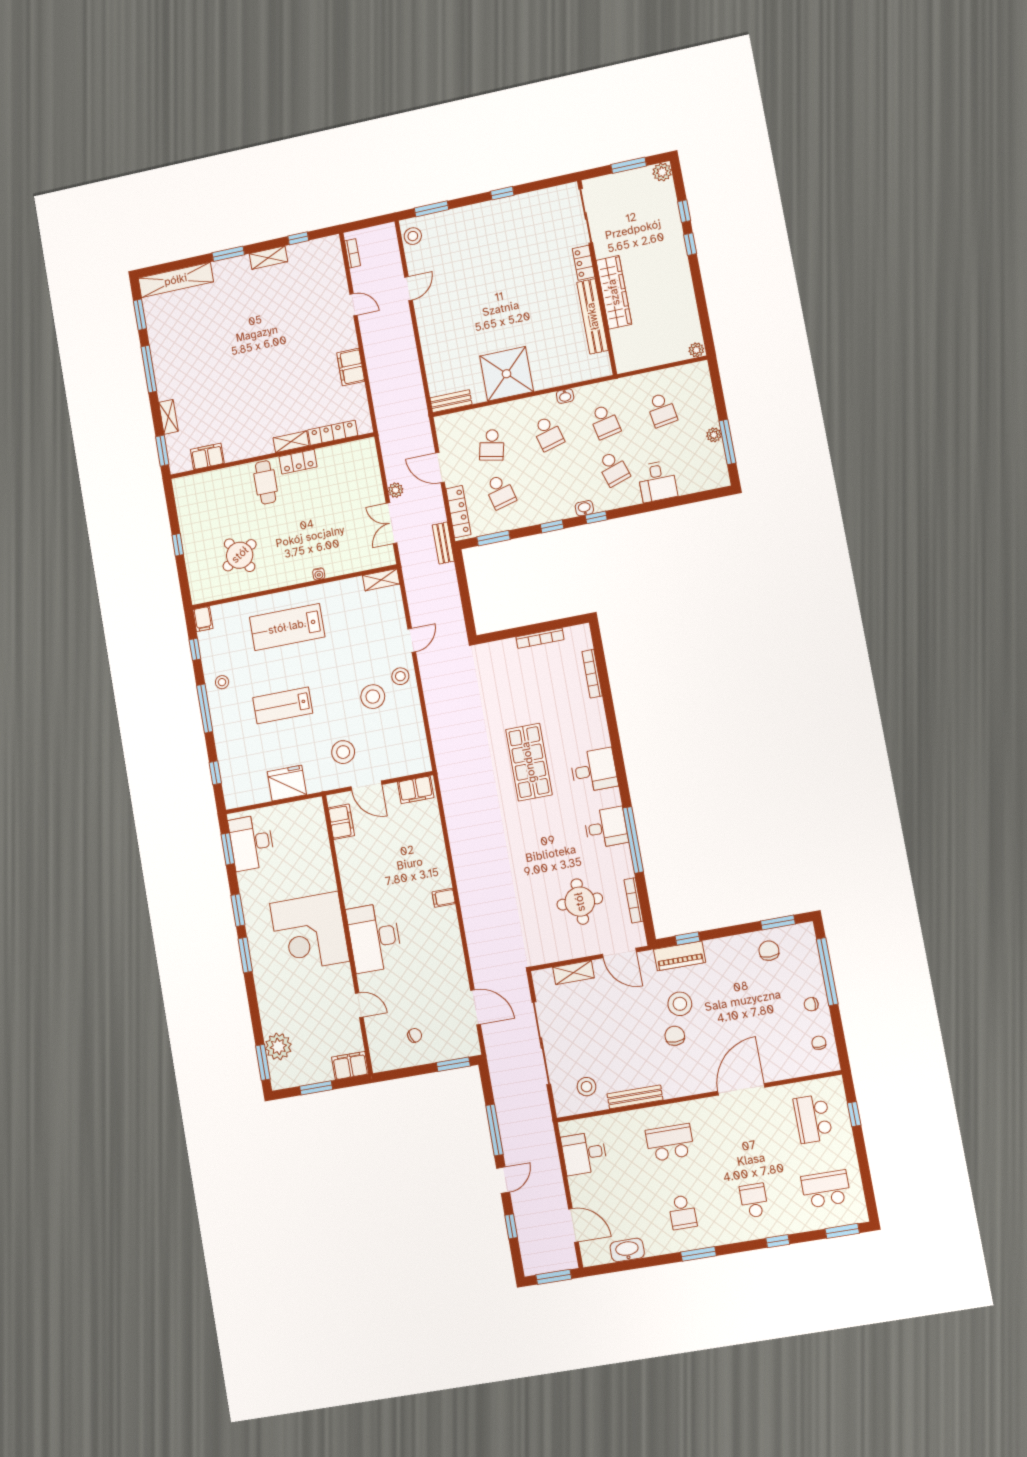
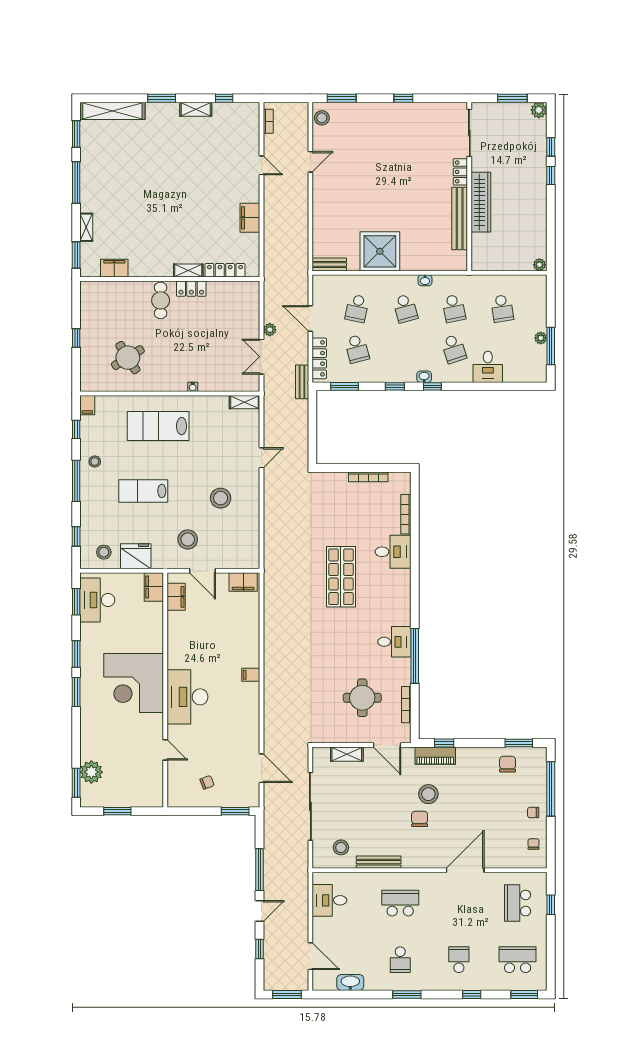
stool: (400, 676) -> (104, 552), moved
desk: (594, 770) -> (393, 552), moved
filing cabinet: (350, 1066) -> (154, 587), moved, turned -90

